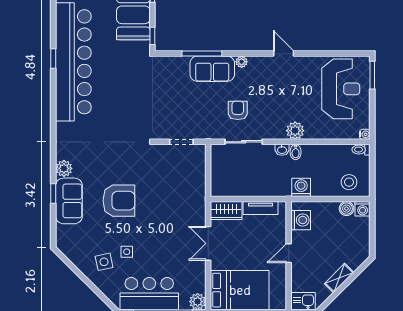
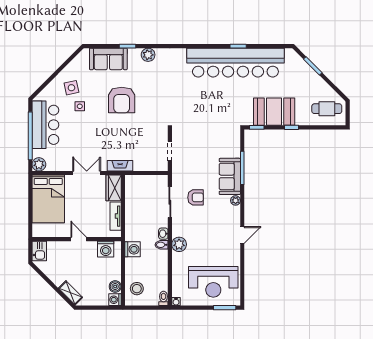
sofa: (69, 201) -> (108, 59), moved
fireplace: (199, 203) -> (120, 166), added
shelving: (339, 278) -> (71, 293), moved

